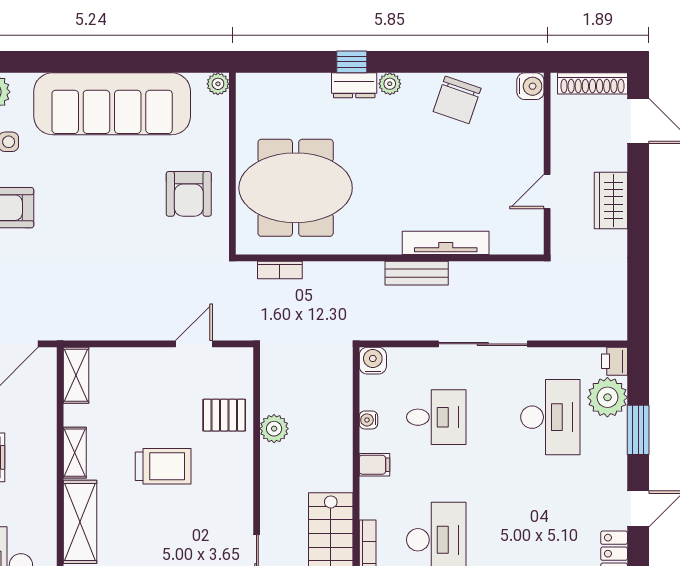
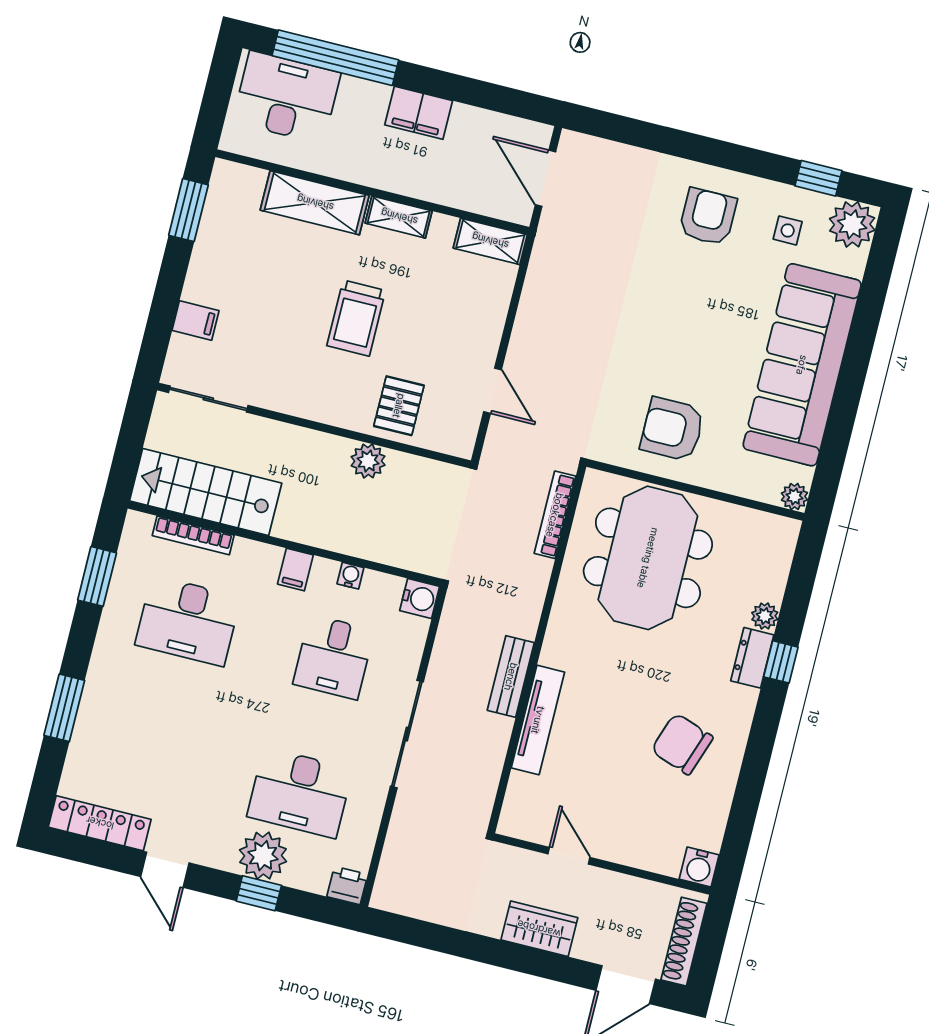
plant: (390, 84) -> (765, 616), moved
chair: (457, 100) -> (682, 744), moved
bookcase: (280, 270) -> (555, 515), width x1.56
plant: (607, 397) -> (263, 856), moved
window: (638, 430) -> (259, 893), width x0.67

